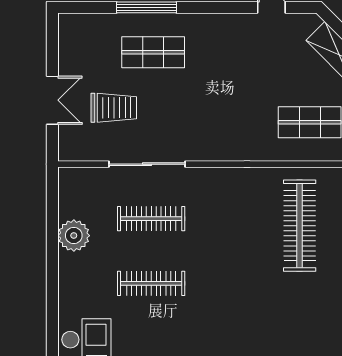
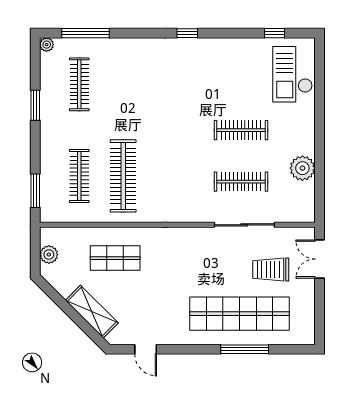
shop shelf: (153, 52) -> (240, 314), width x2.00, depth x1.36
double door: (52, 100) -> (319, 259), moved

